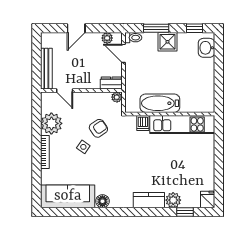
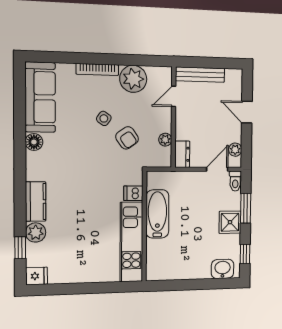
plant: (117, 97) -> (165, 140), moved

